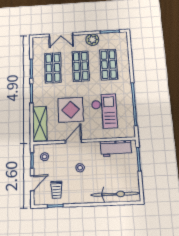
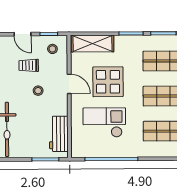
checkout: (104, 111) -> (104, 122), turned 180
trolley: (56, 190) -> (29, 65), moved

